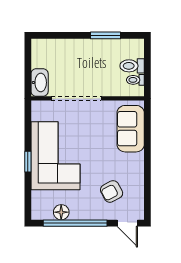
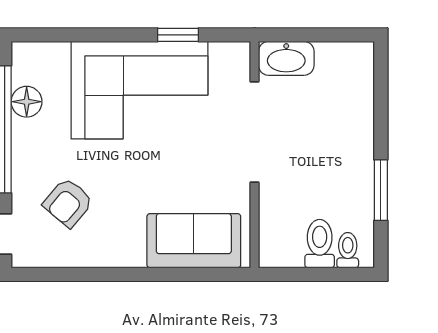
toilet: (135, 80) -> (348, 250), moved
window: (28, 162) -> (178, 35), moved
armchair: (112, 191) -> (68, 203), turned -112

